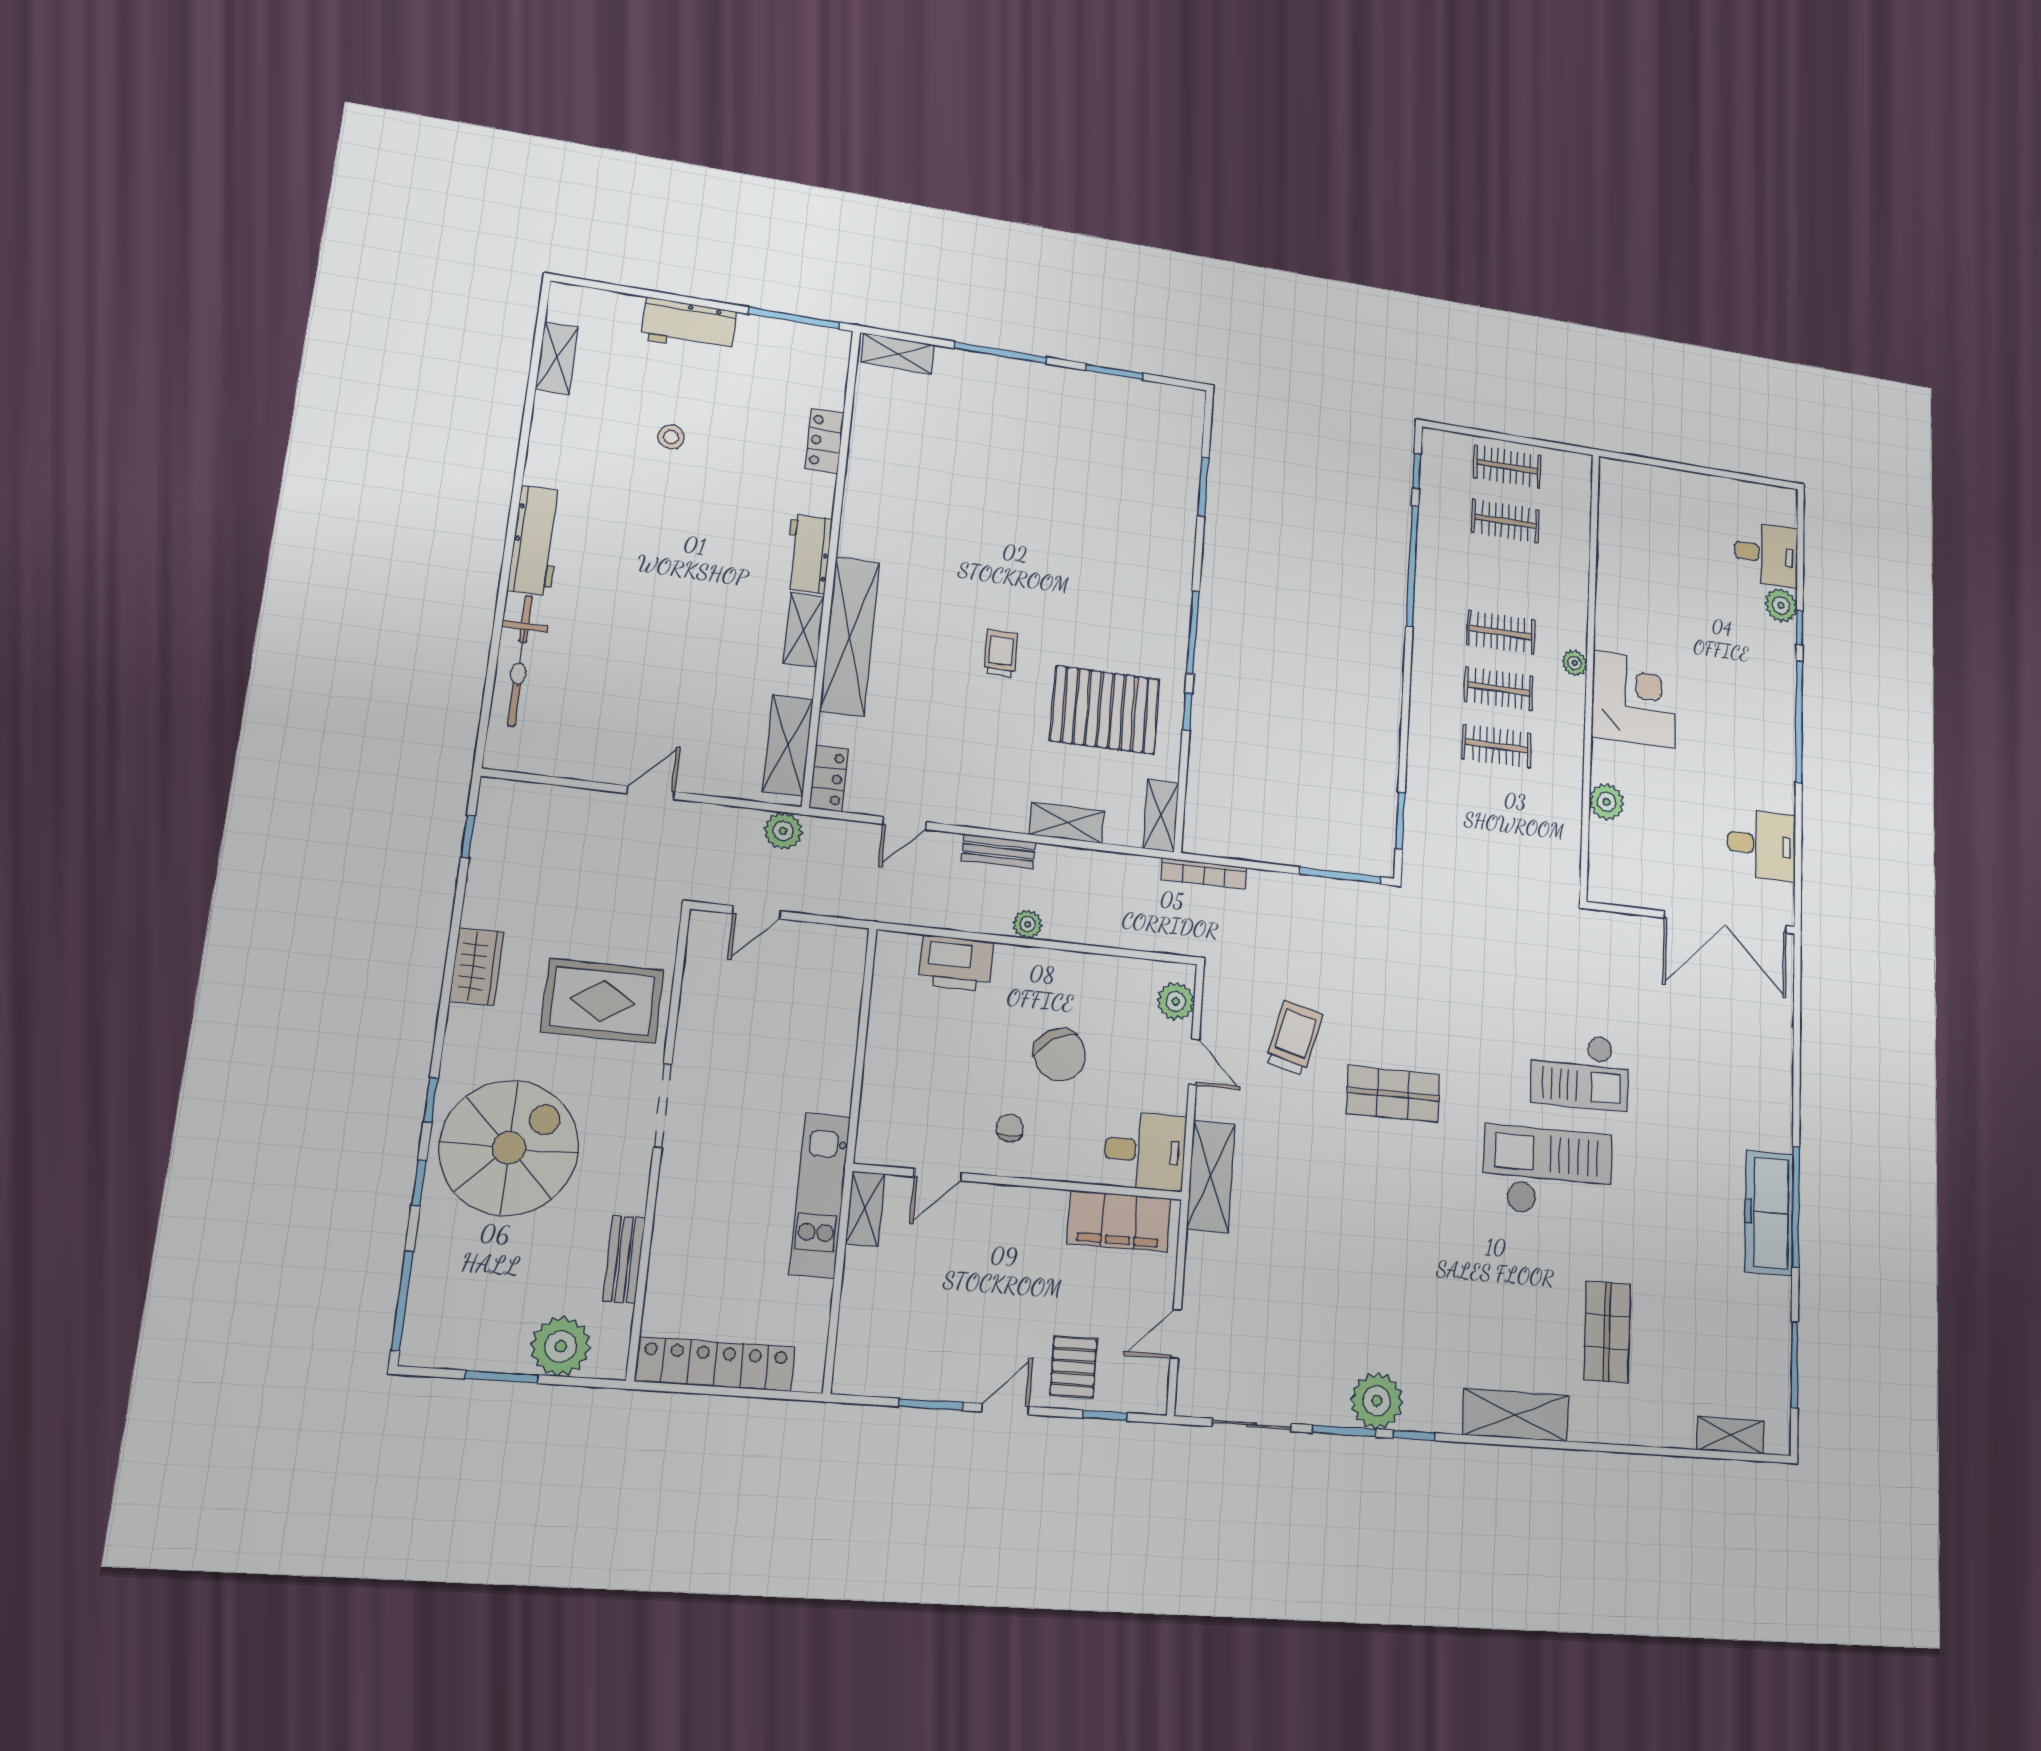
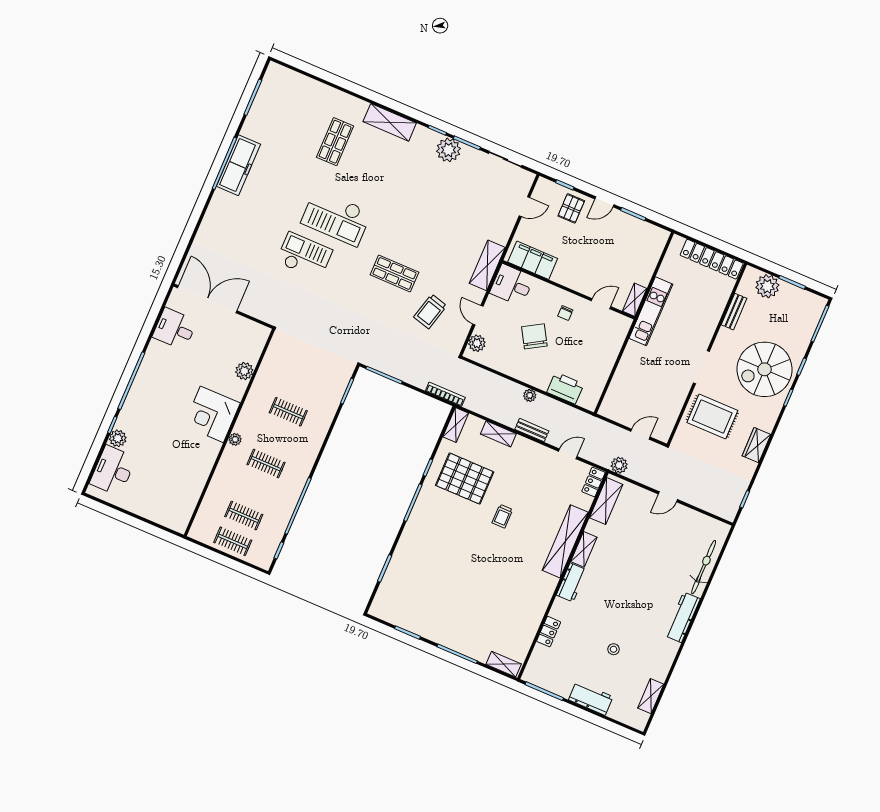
desk: (1766, 554) -> (113, 471), width x1.37
clothes rail: (1499, 689) -> (277, 438), removed
shelving: (1731, 1435) -> (295, 79), removed

